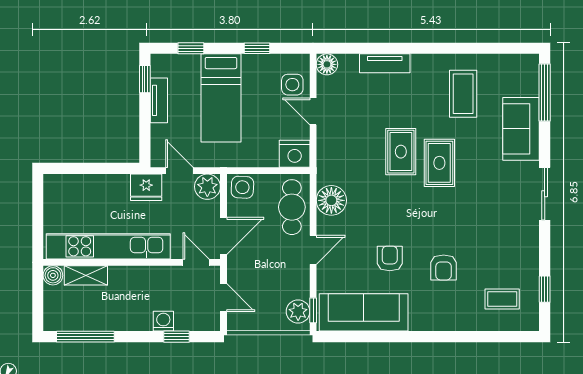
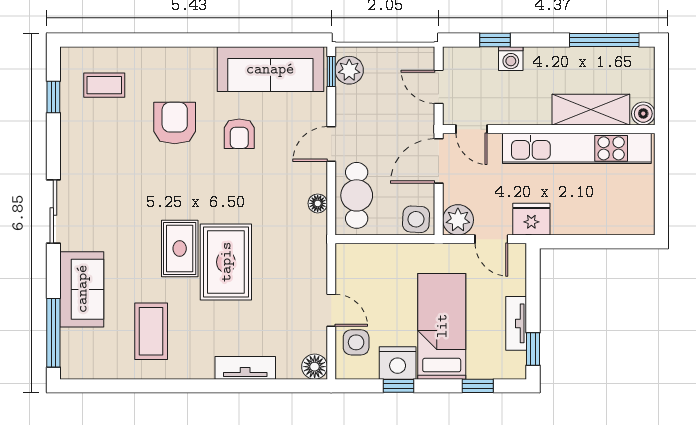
rug: (401, 152) -> (226, 262), width x1.36, depth x1.43
nightstand: (295, 154) -> (398, 363), moved, turned 180
floor lamp: (331, 200) -> (318, 203), width x0.53, depth x0.53
armchair: (444, 267) -> (175, 123), width x1.38, depth x1.38
shelving: (86, 275) -> (591, 110), width x1.50, depth x1.33

